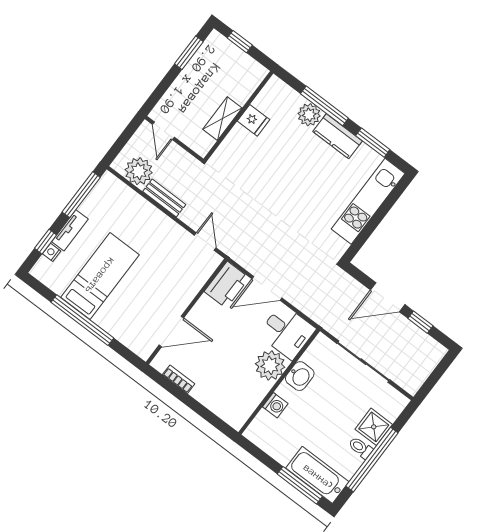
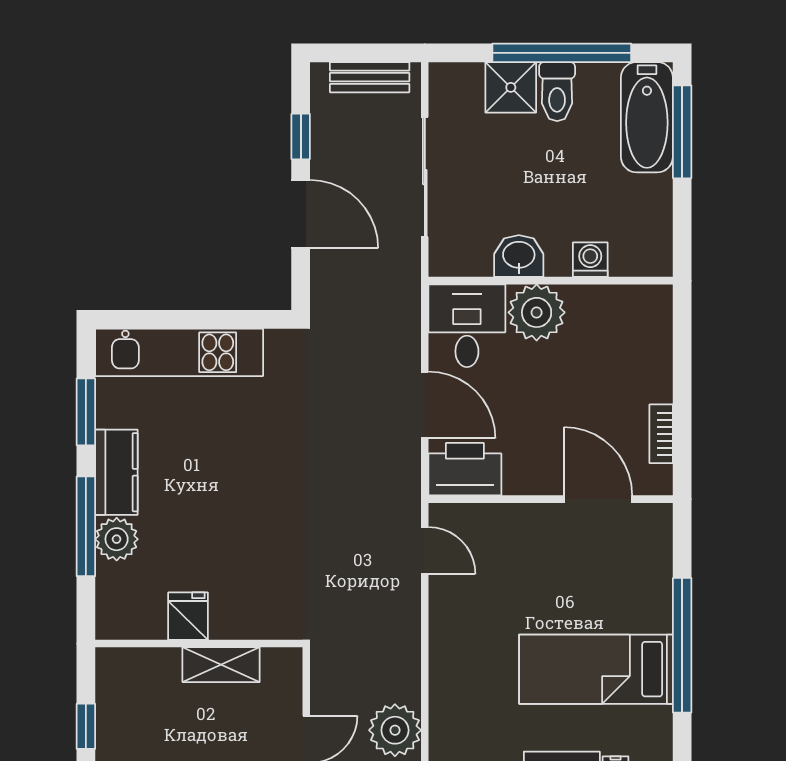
bench: (164, 198) -> (370, 77), moved, turned 90
door: (205, 242) -> (425, 551), swing flipped
toilet: (361, 448) -> (557, 92), width x1.37, depth x1.39

